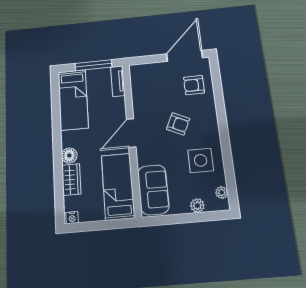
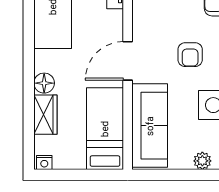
armchair: (178, 124) -> (190, 55), turned 65
sofa: (153, 190) -> (150, 126), width x1.36

